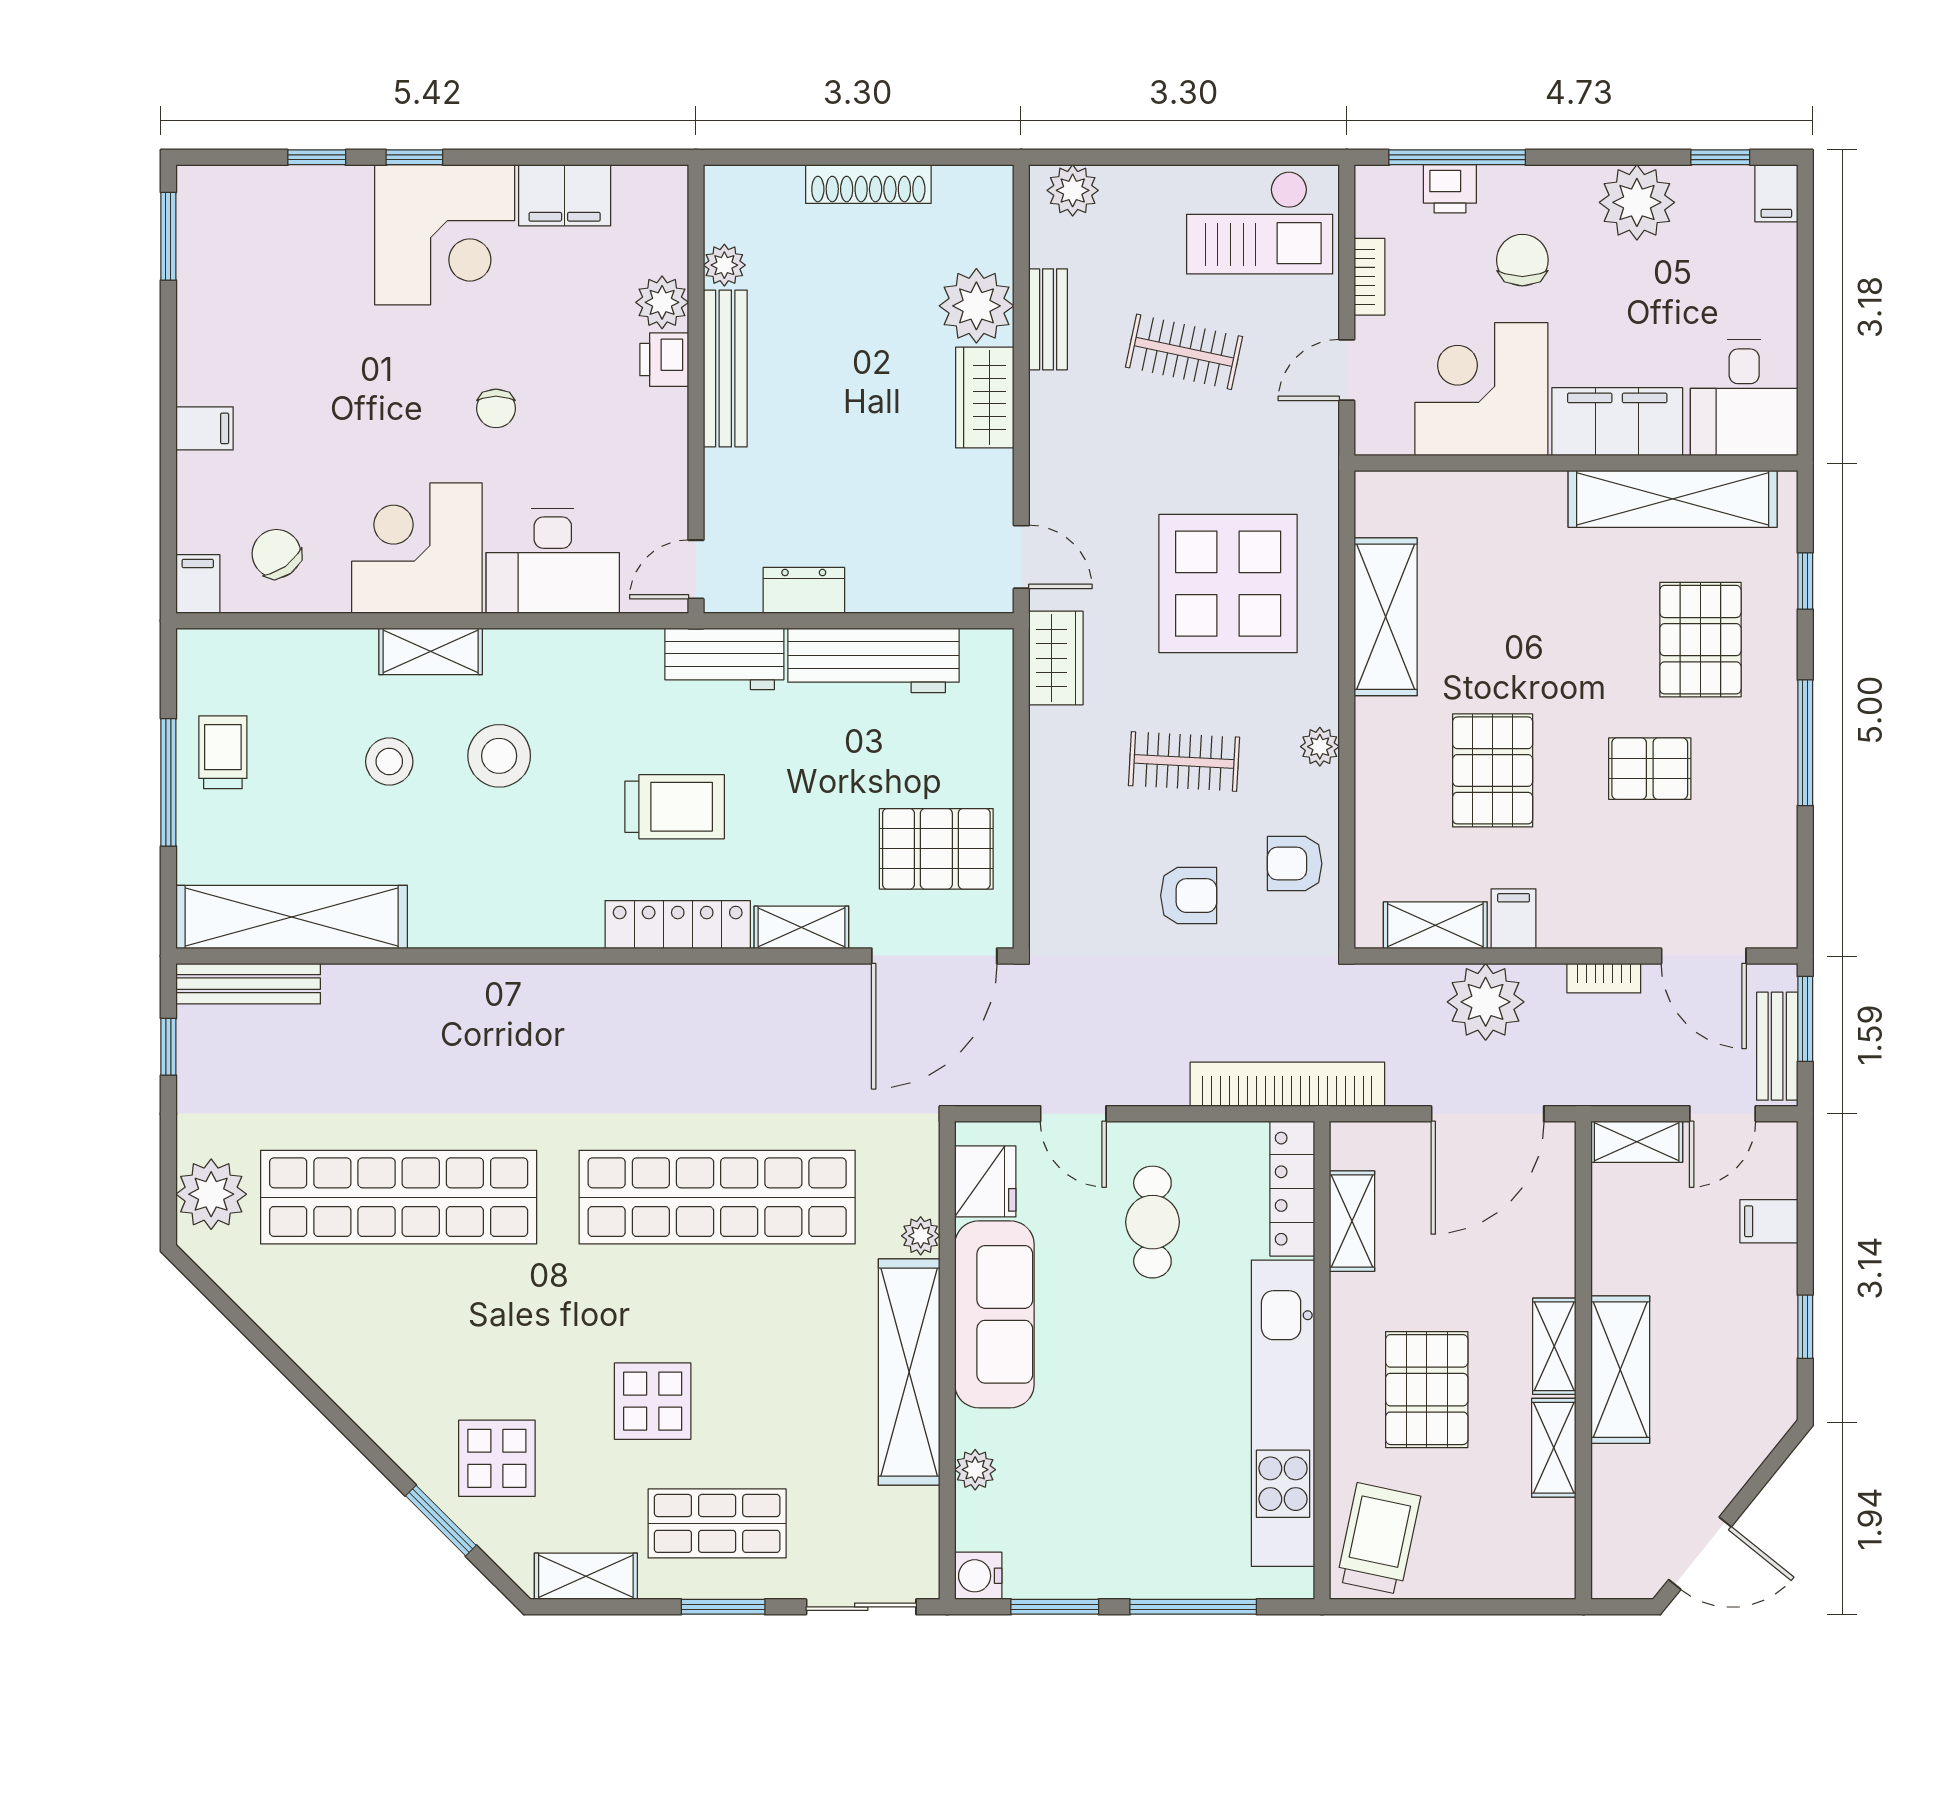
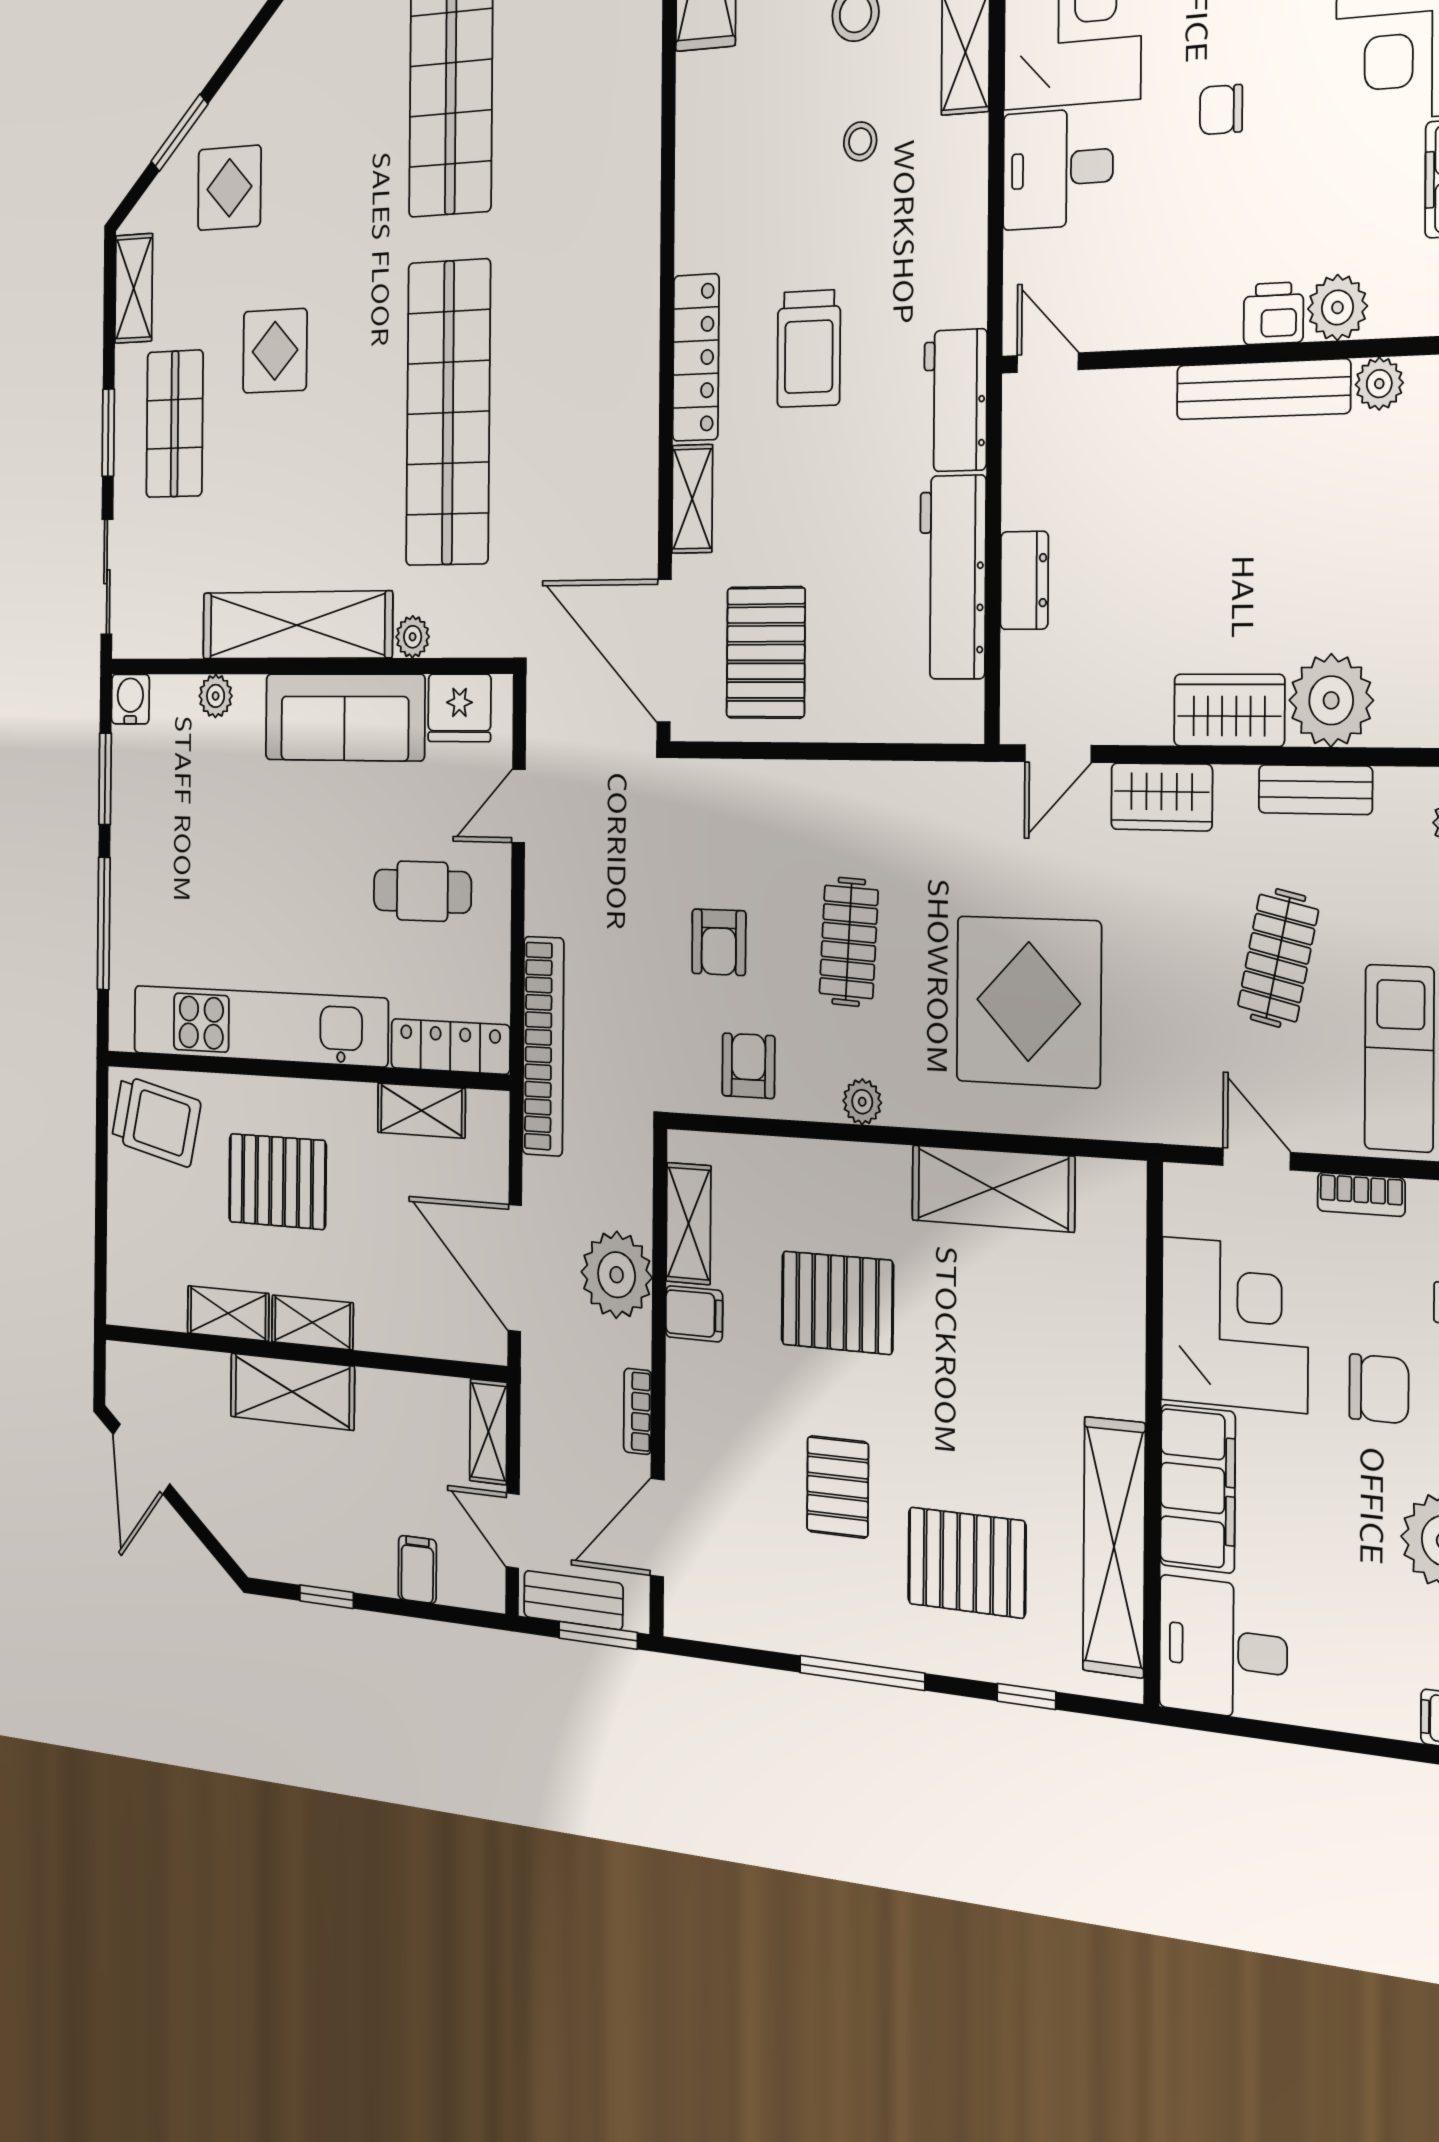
desk: (553, 561) -> (1058, 169), width x0.73
dresser: (804, 590) -> (1024, 580), moved
wardrobe: (1056, 658) -> (1162, 797), moved
stool: (499, 756) -> (860, 141), width x0.53, depth x0.53

